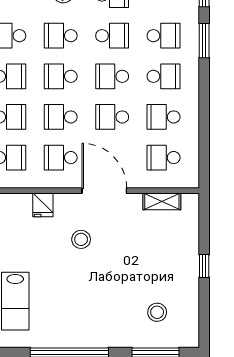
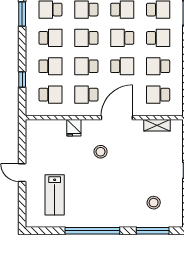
school desk: (112, 117) -> (122, 66), turned 180
door: (104, 191) -> (117, 118), hinge flipped

